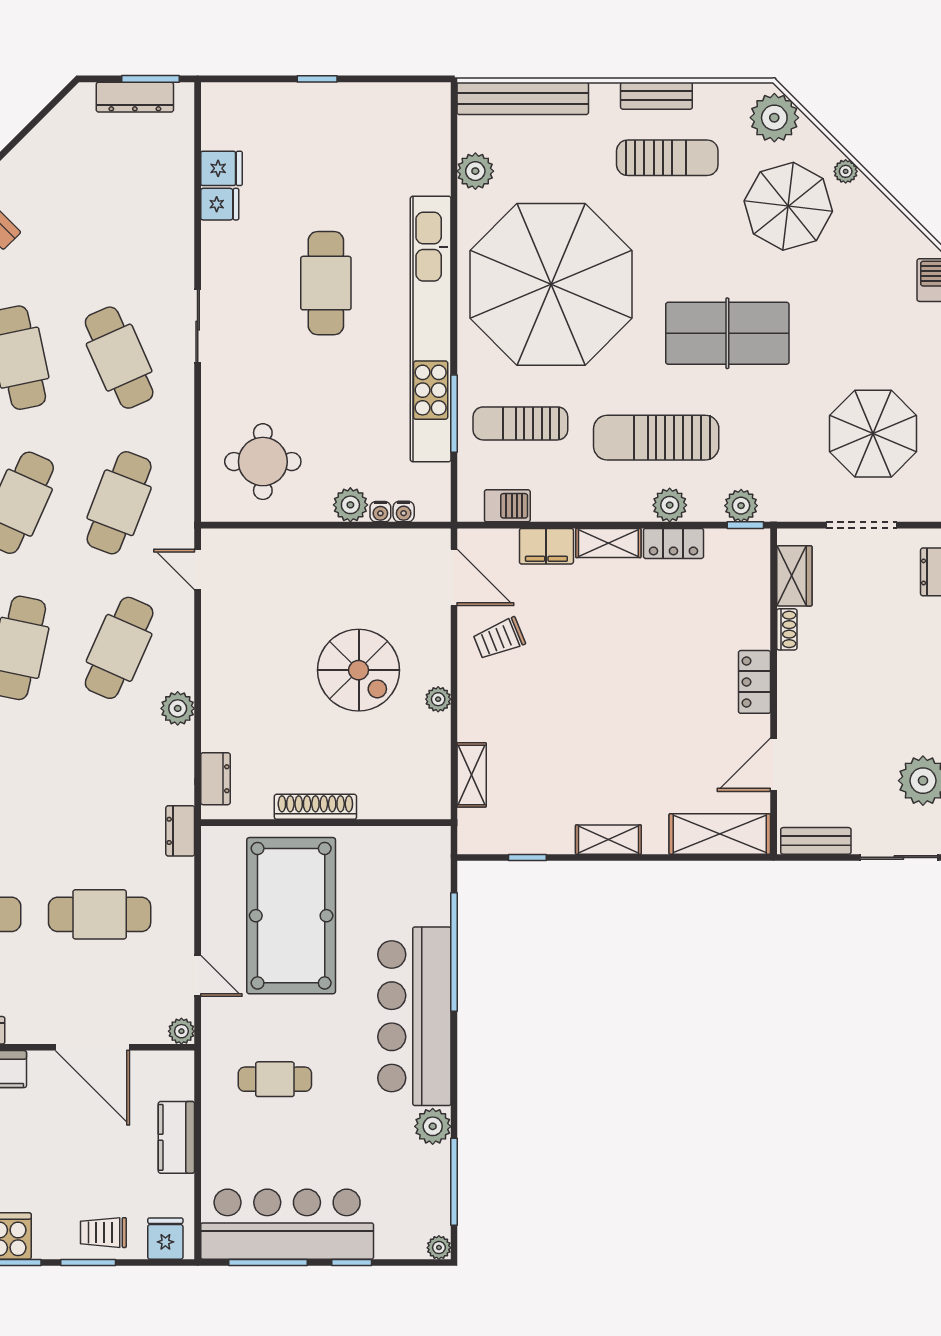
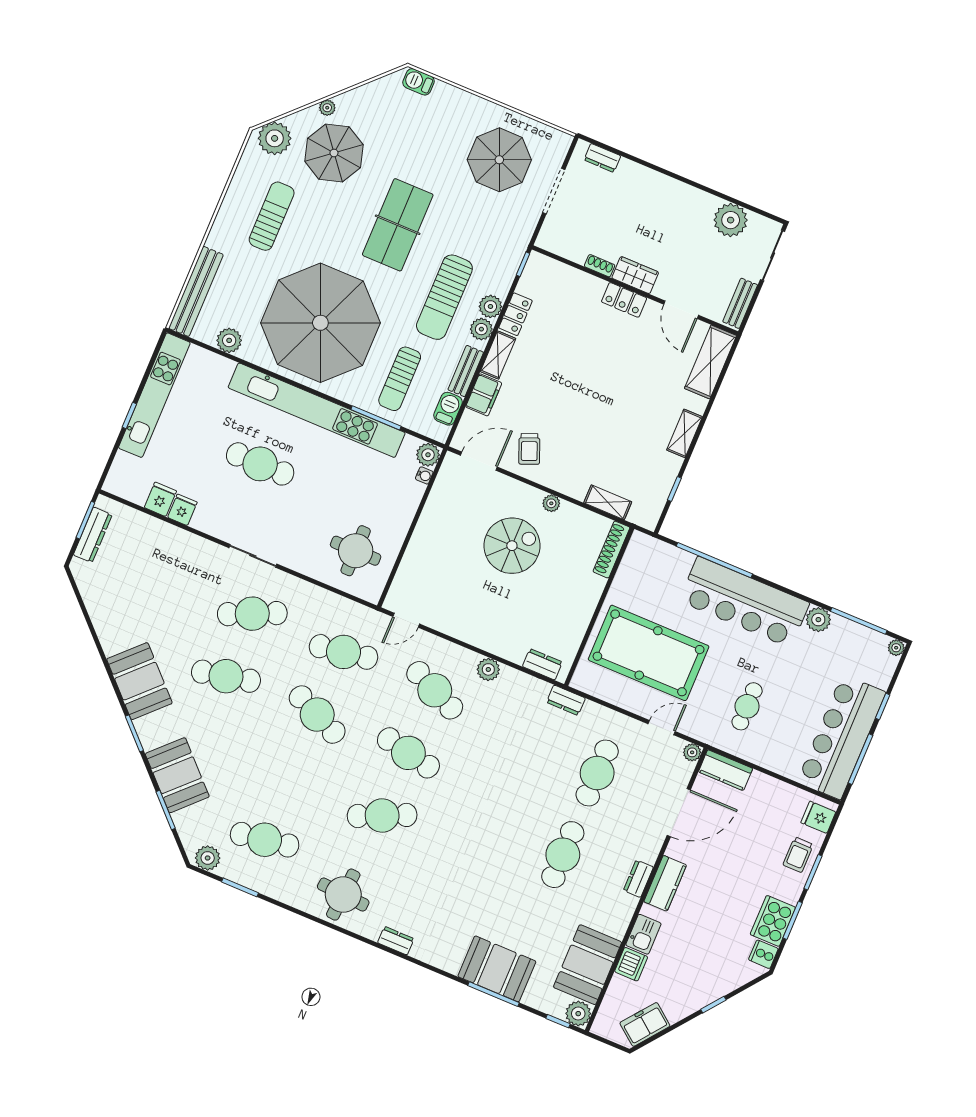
bench: (656, 96) -> (466, 371), moved
kitchen unit: (359, 101) -> (154, 395), added
cafe table: (119, 503) -> (344, 652), turned -30
plant: (350, 505) -> (428, 455), moved
plant: (741, 506) -> (481, 329), moved
water cooler: (380, 512) -> (418, 490), removed
wardrobe: (794, 576) -> (635, 275), moved
shoe rack: (315, 807) -> (611, 550), moved
kitchen counter: (176, 1137) -> (726, 770), moved

